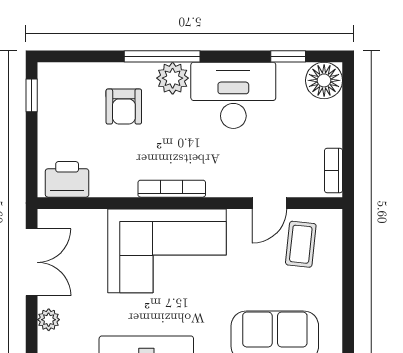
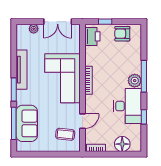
window: (288, 56) -> (144, 117), moved
floor lamp: (324, 80) -> (122, 144), moved
window: (32, 95) -> (105, 22), moved
armchair: (124, 107) -> (122, 34), moved
door: (269, 203) -> (82, 121), swing flipped

